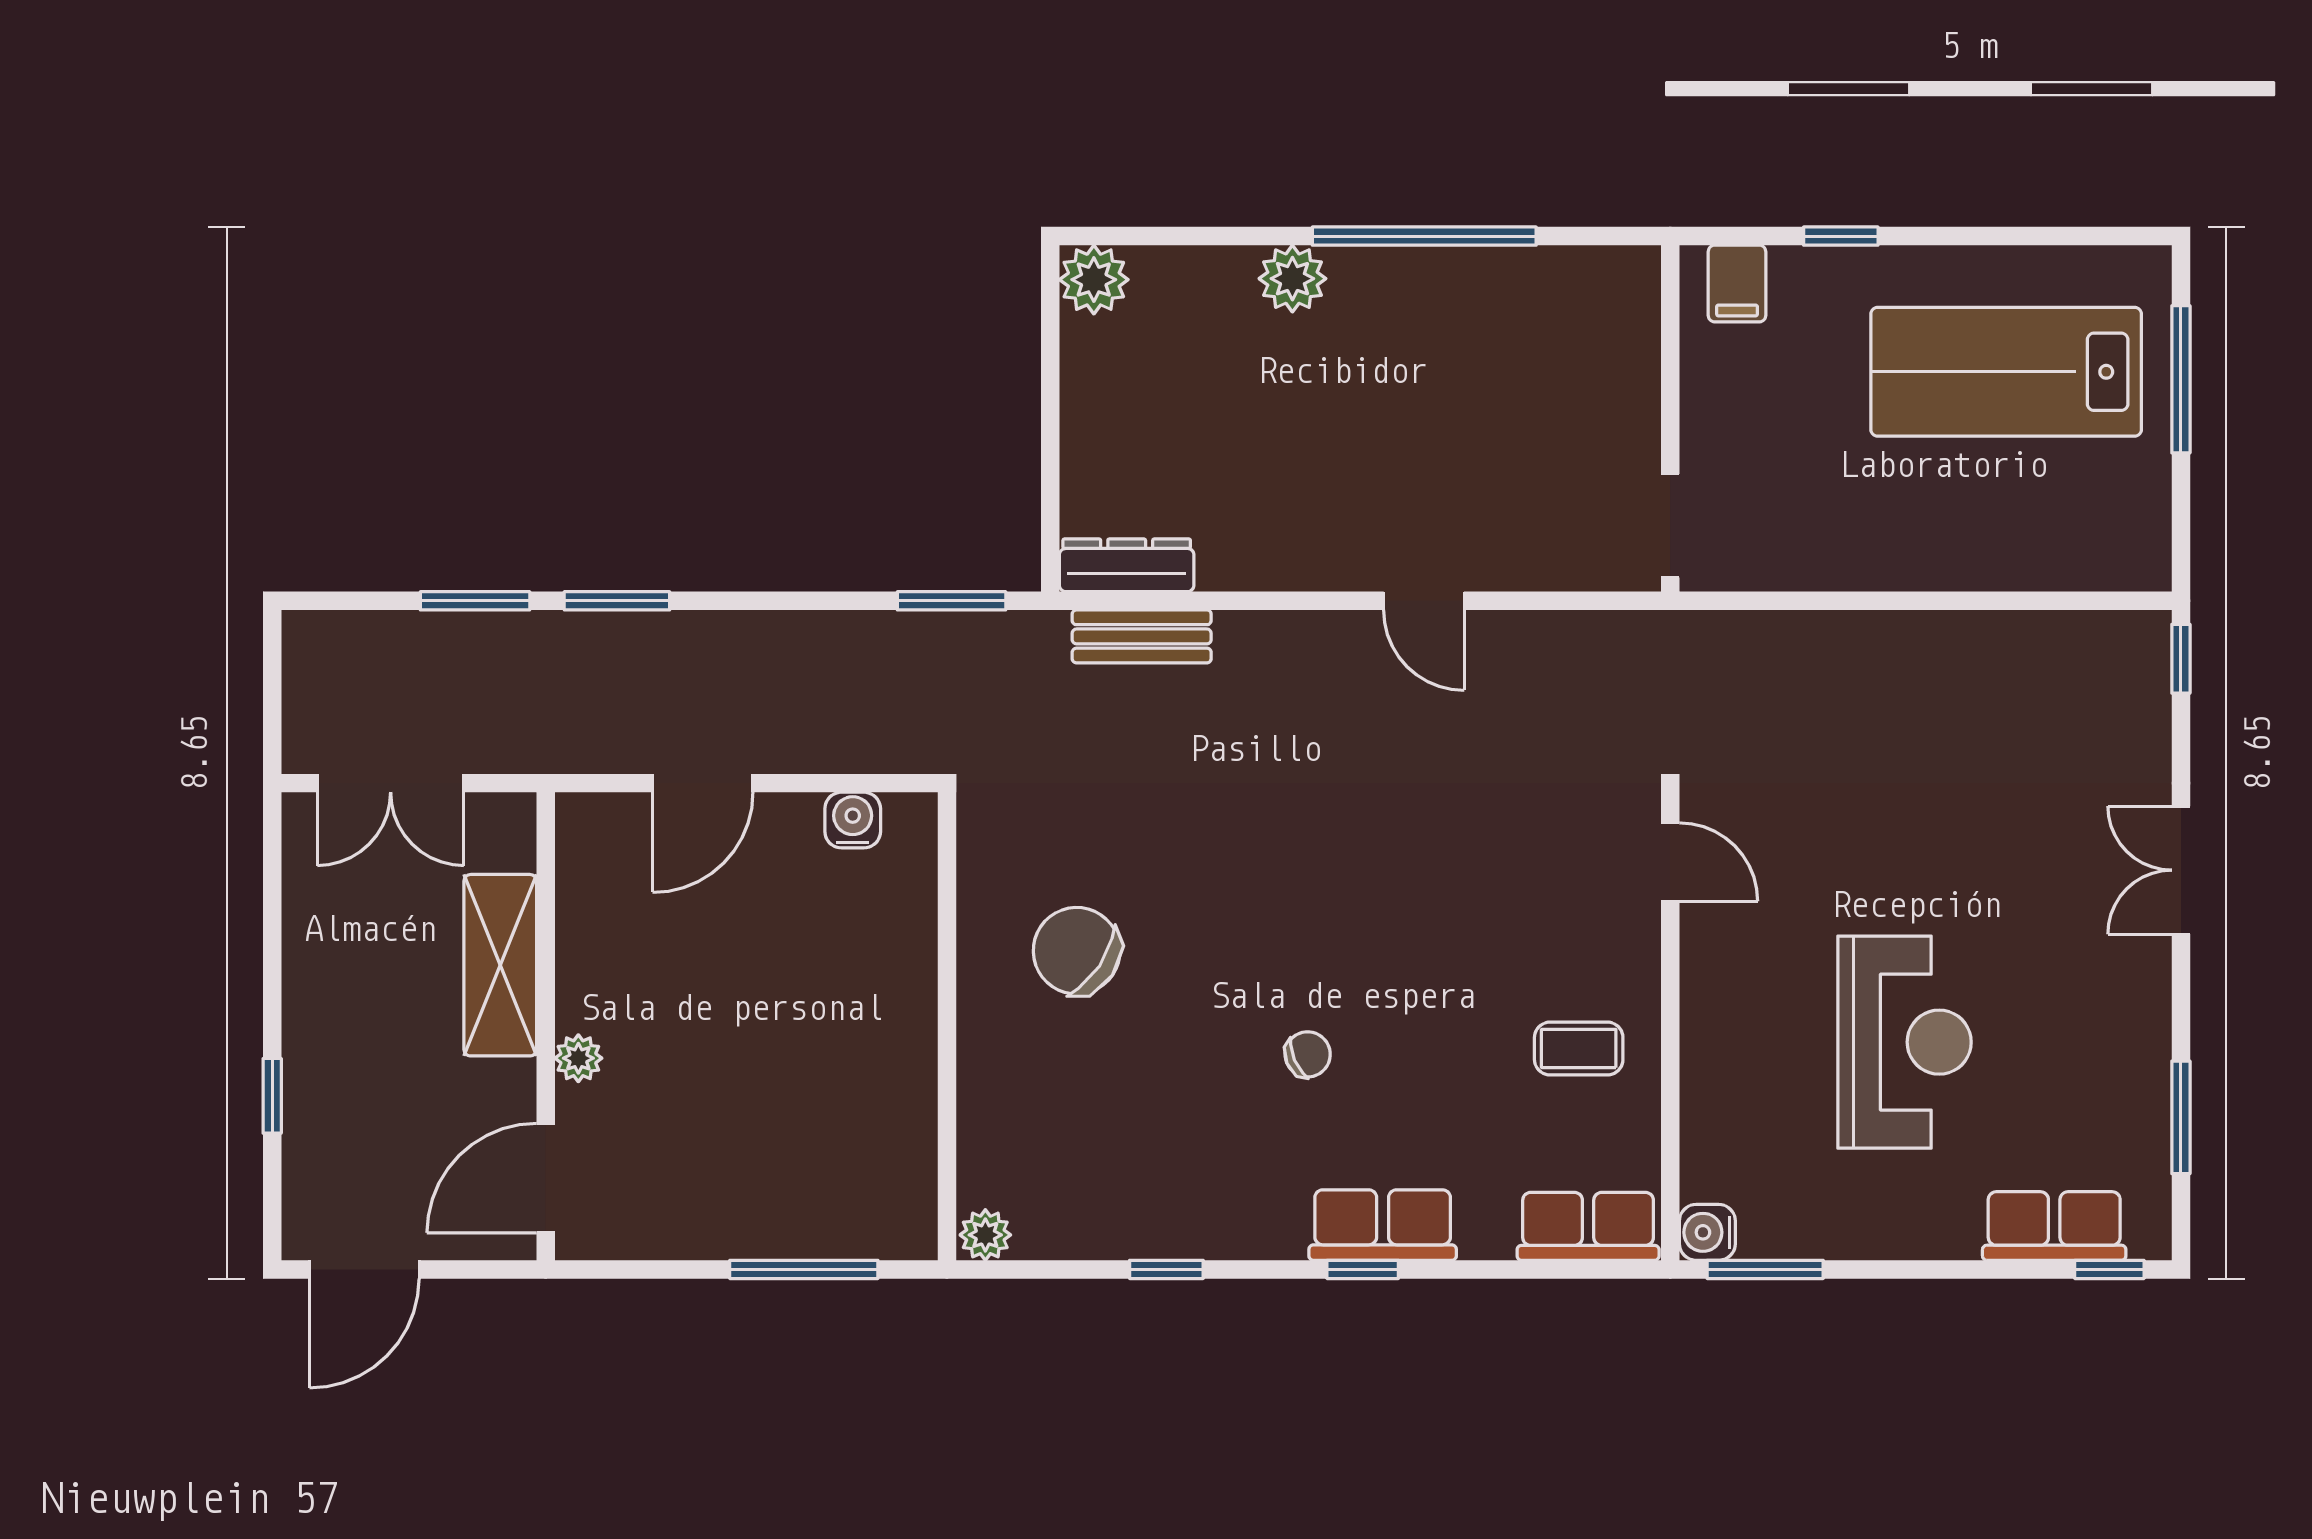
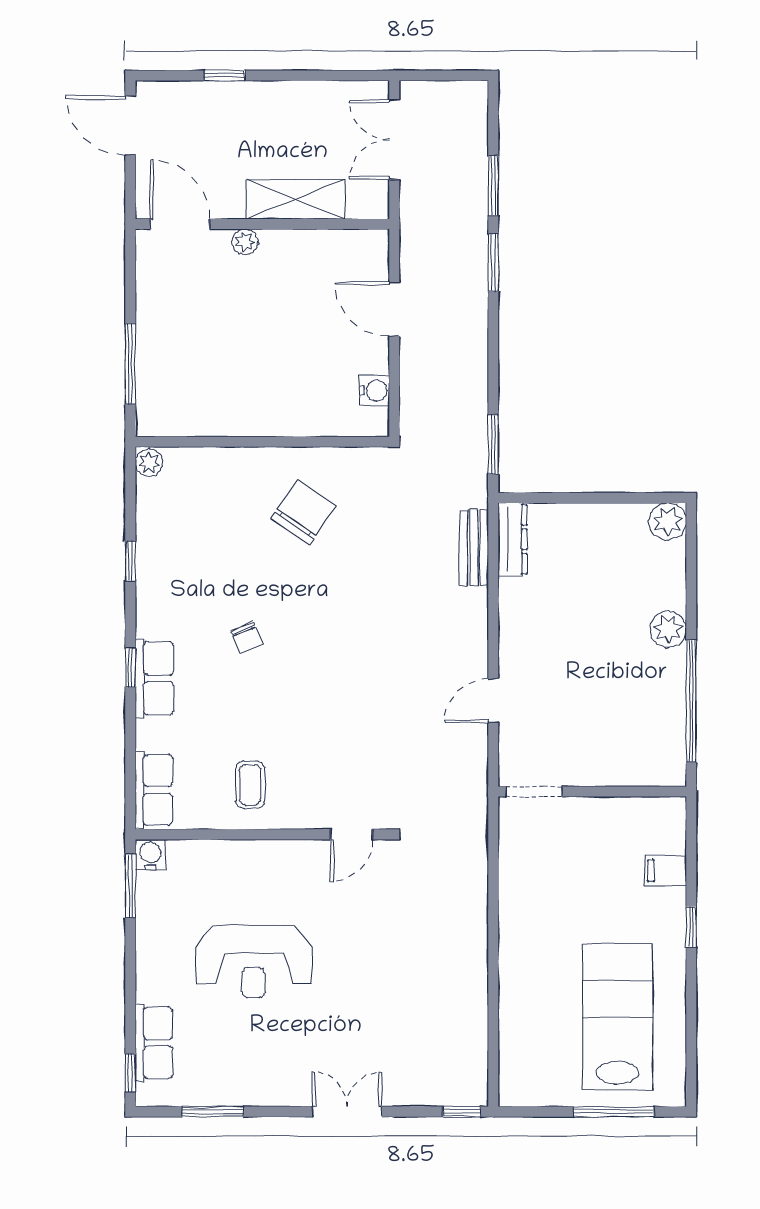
wall: (1670, 418) -> (592, 792), moved
doorway: (1670, 526) -> (534, 792), moved

